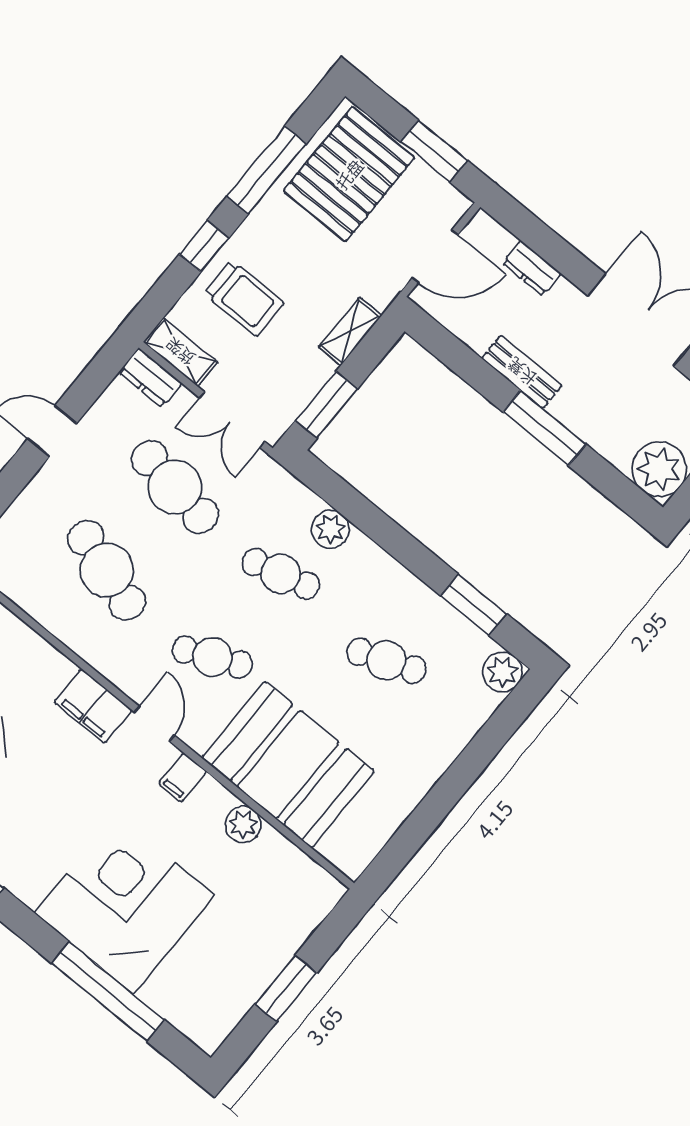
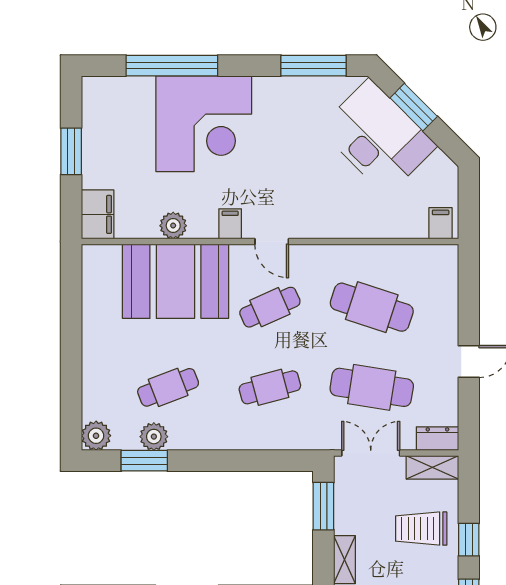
plant: (330, 529) -> (154, 437), moved
filing cabinet: (93, 706) -> (98, 214), moved, turned 90

